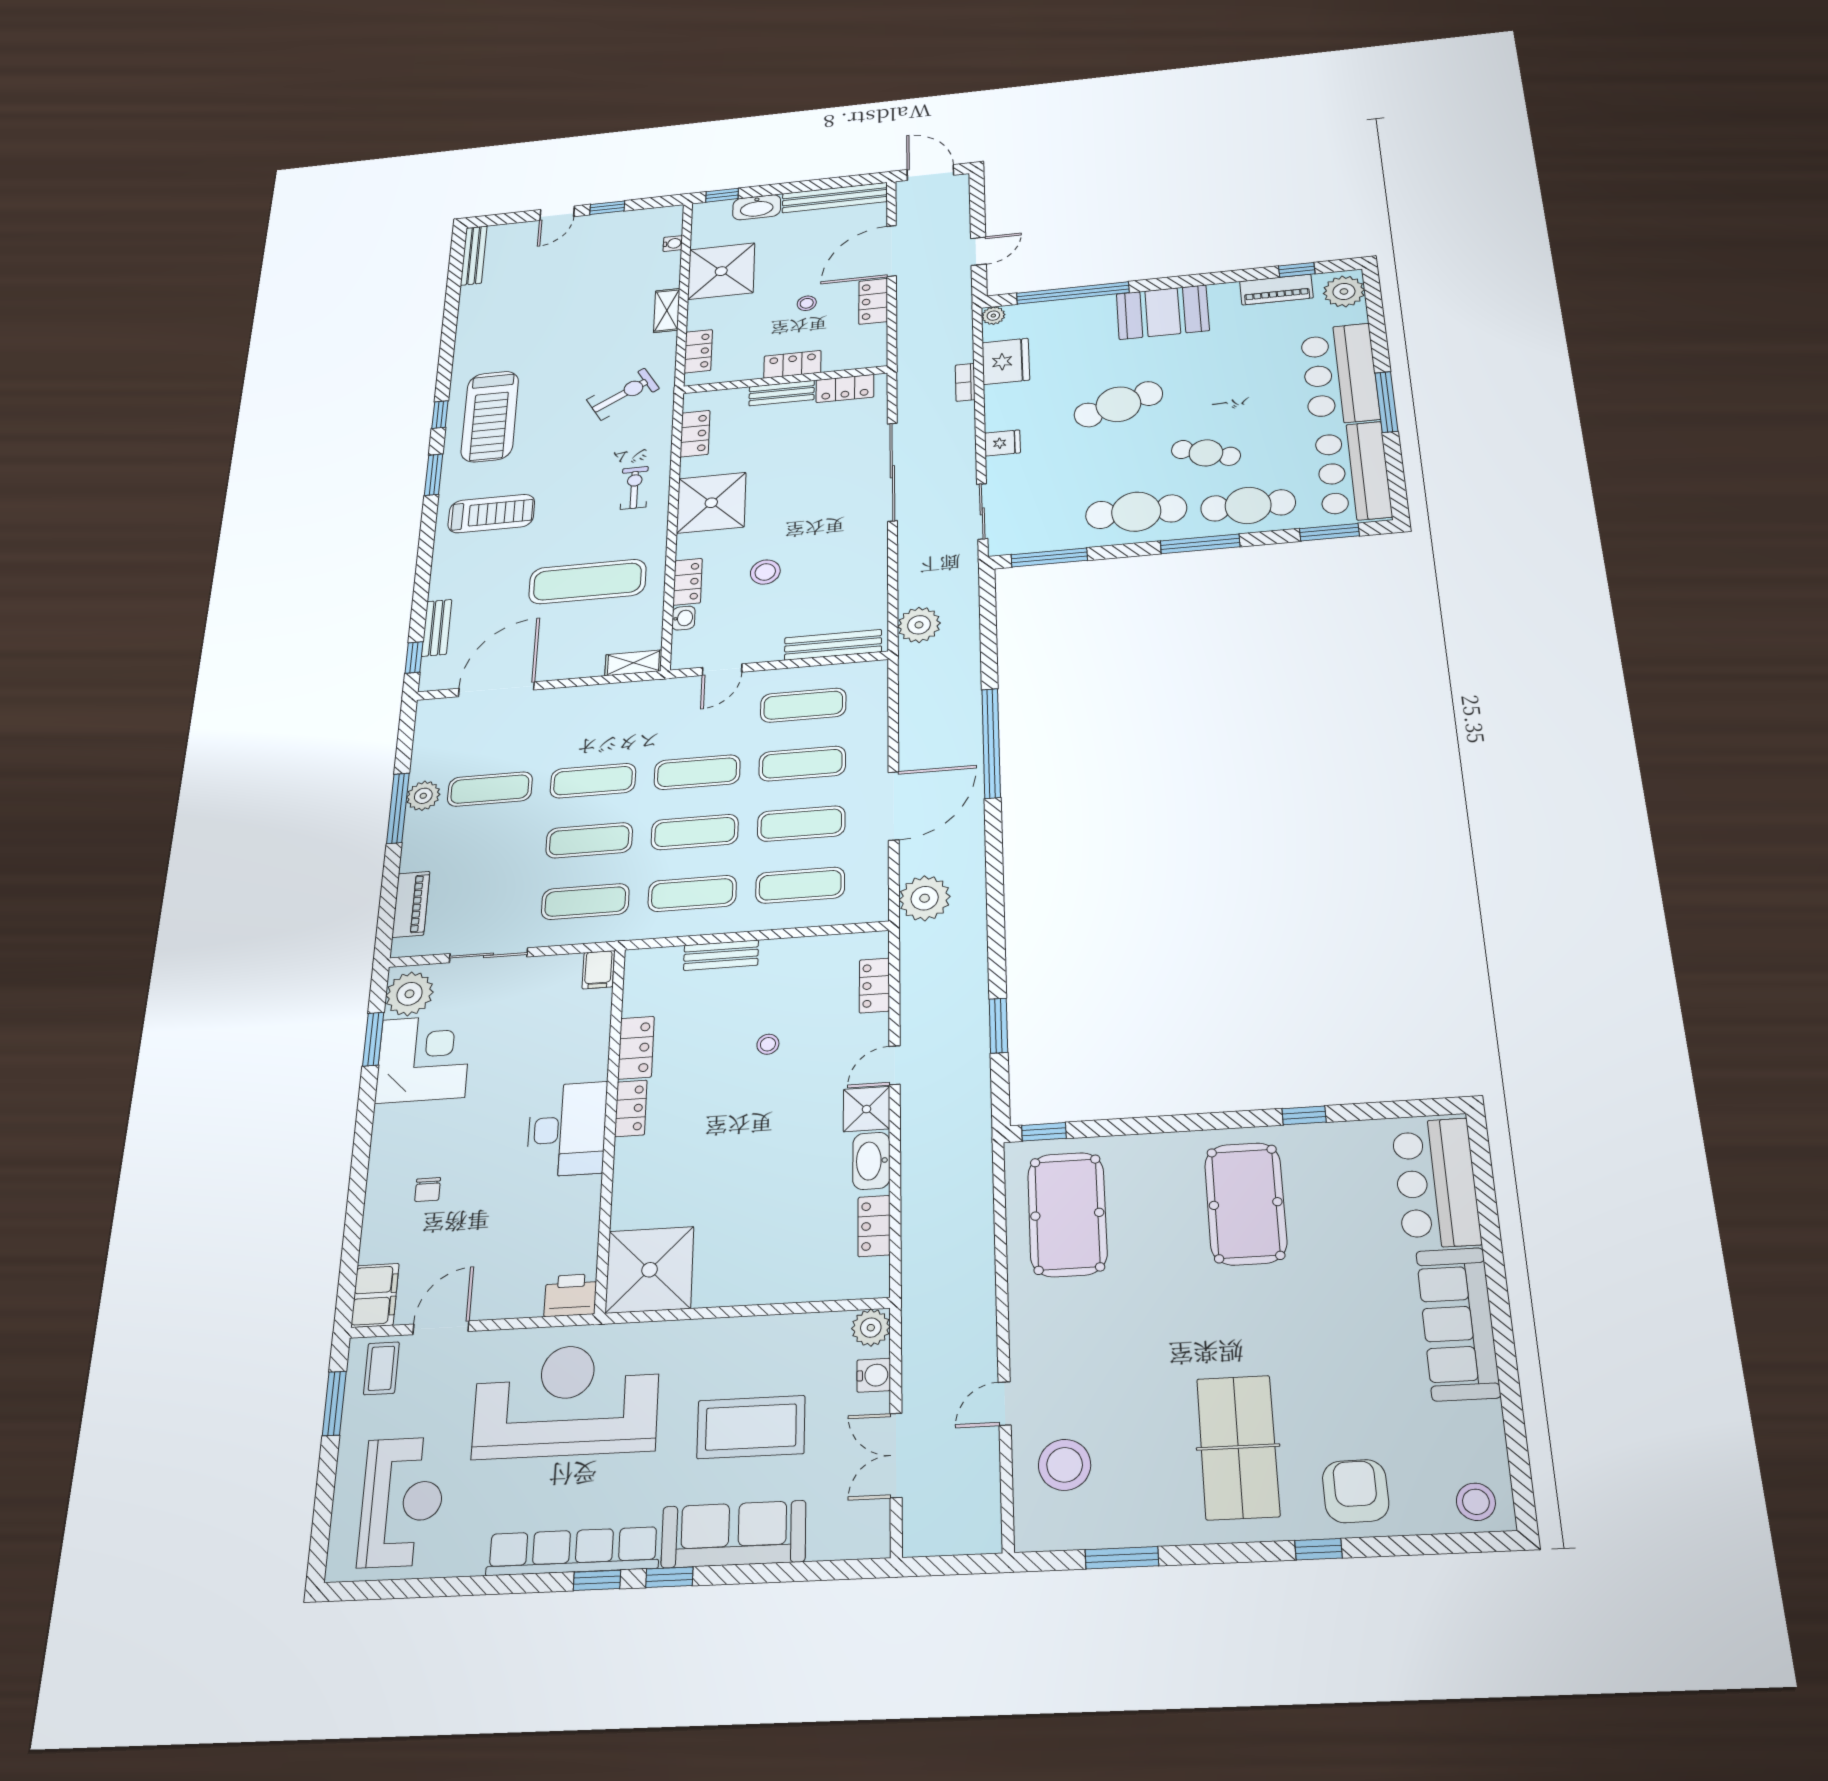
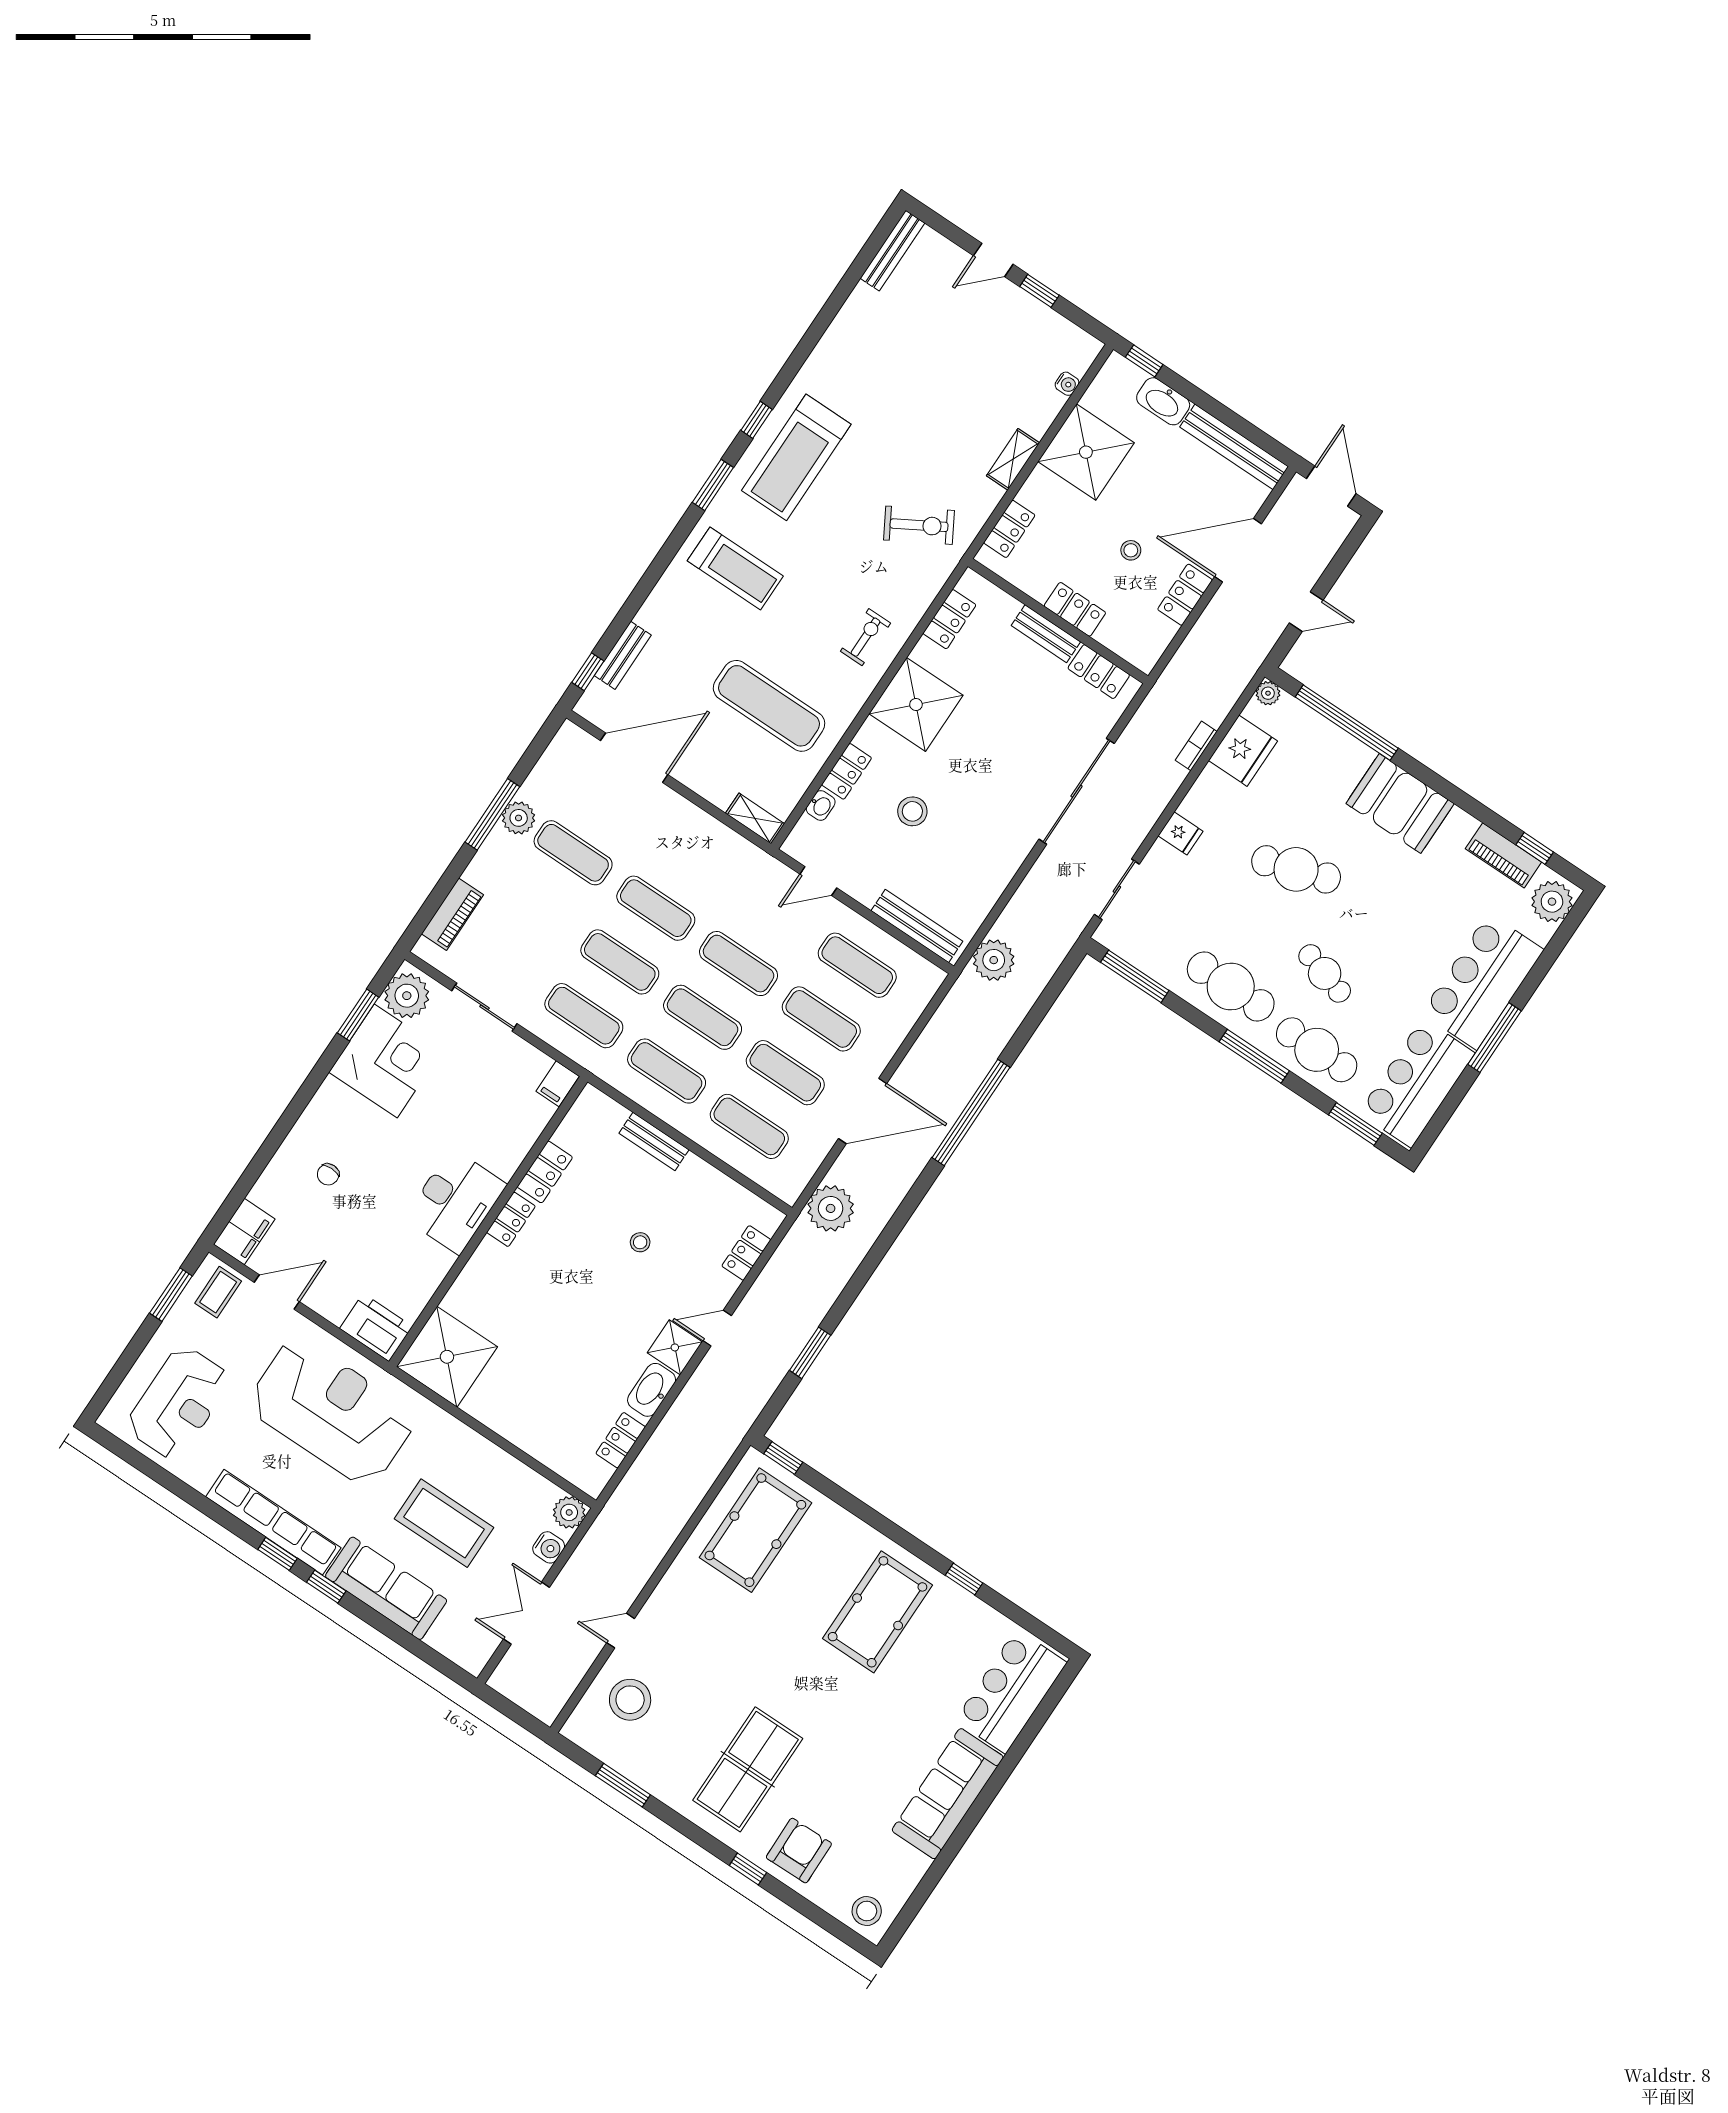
printer: (570, 1295) -> (376, 1327), width x1.37, depth x1.19

